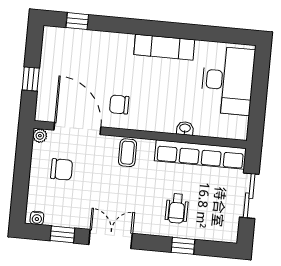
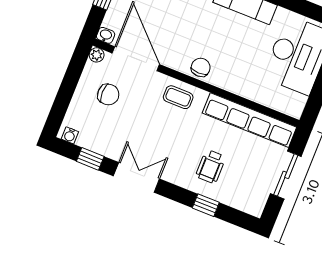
chair: (119, 105) -> (201, 67), moved, turned 90
washbasin: (185, 128) -> (106, 35), moved
coffee table: (128, 153) -> (178, 97), turned 90

